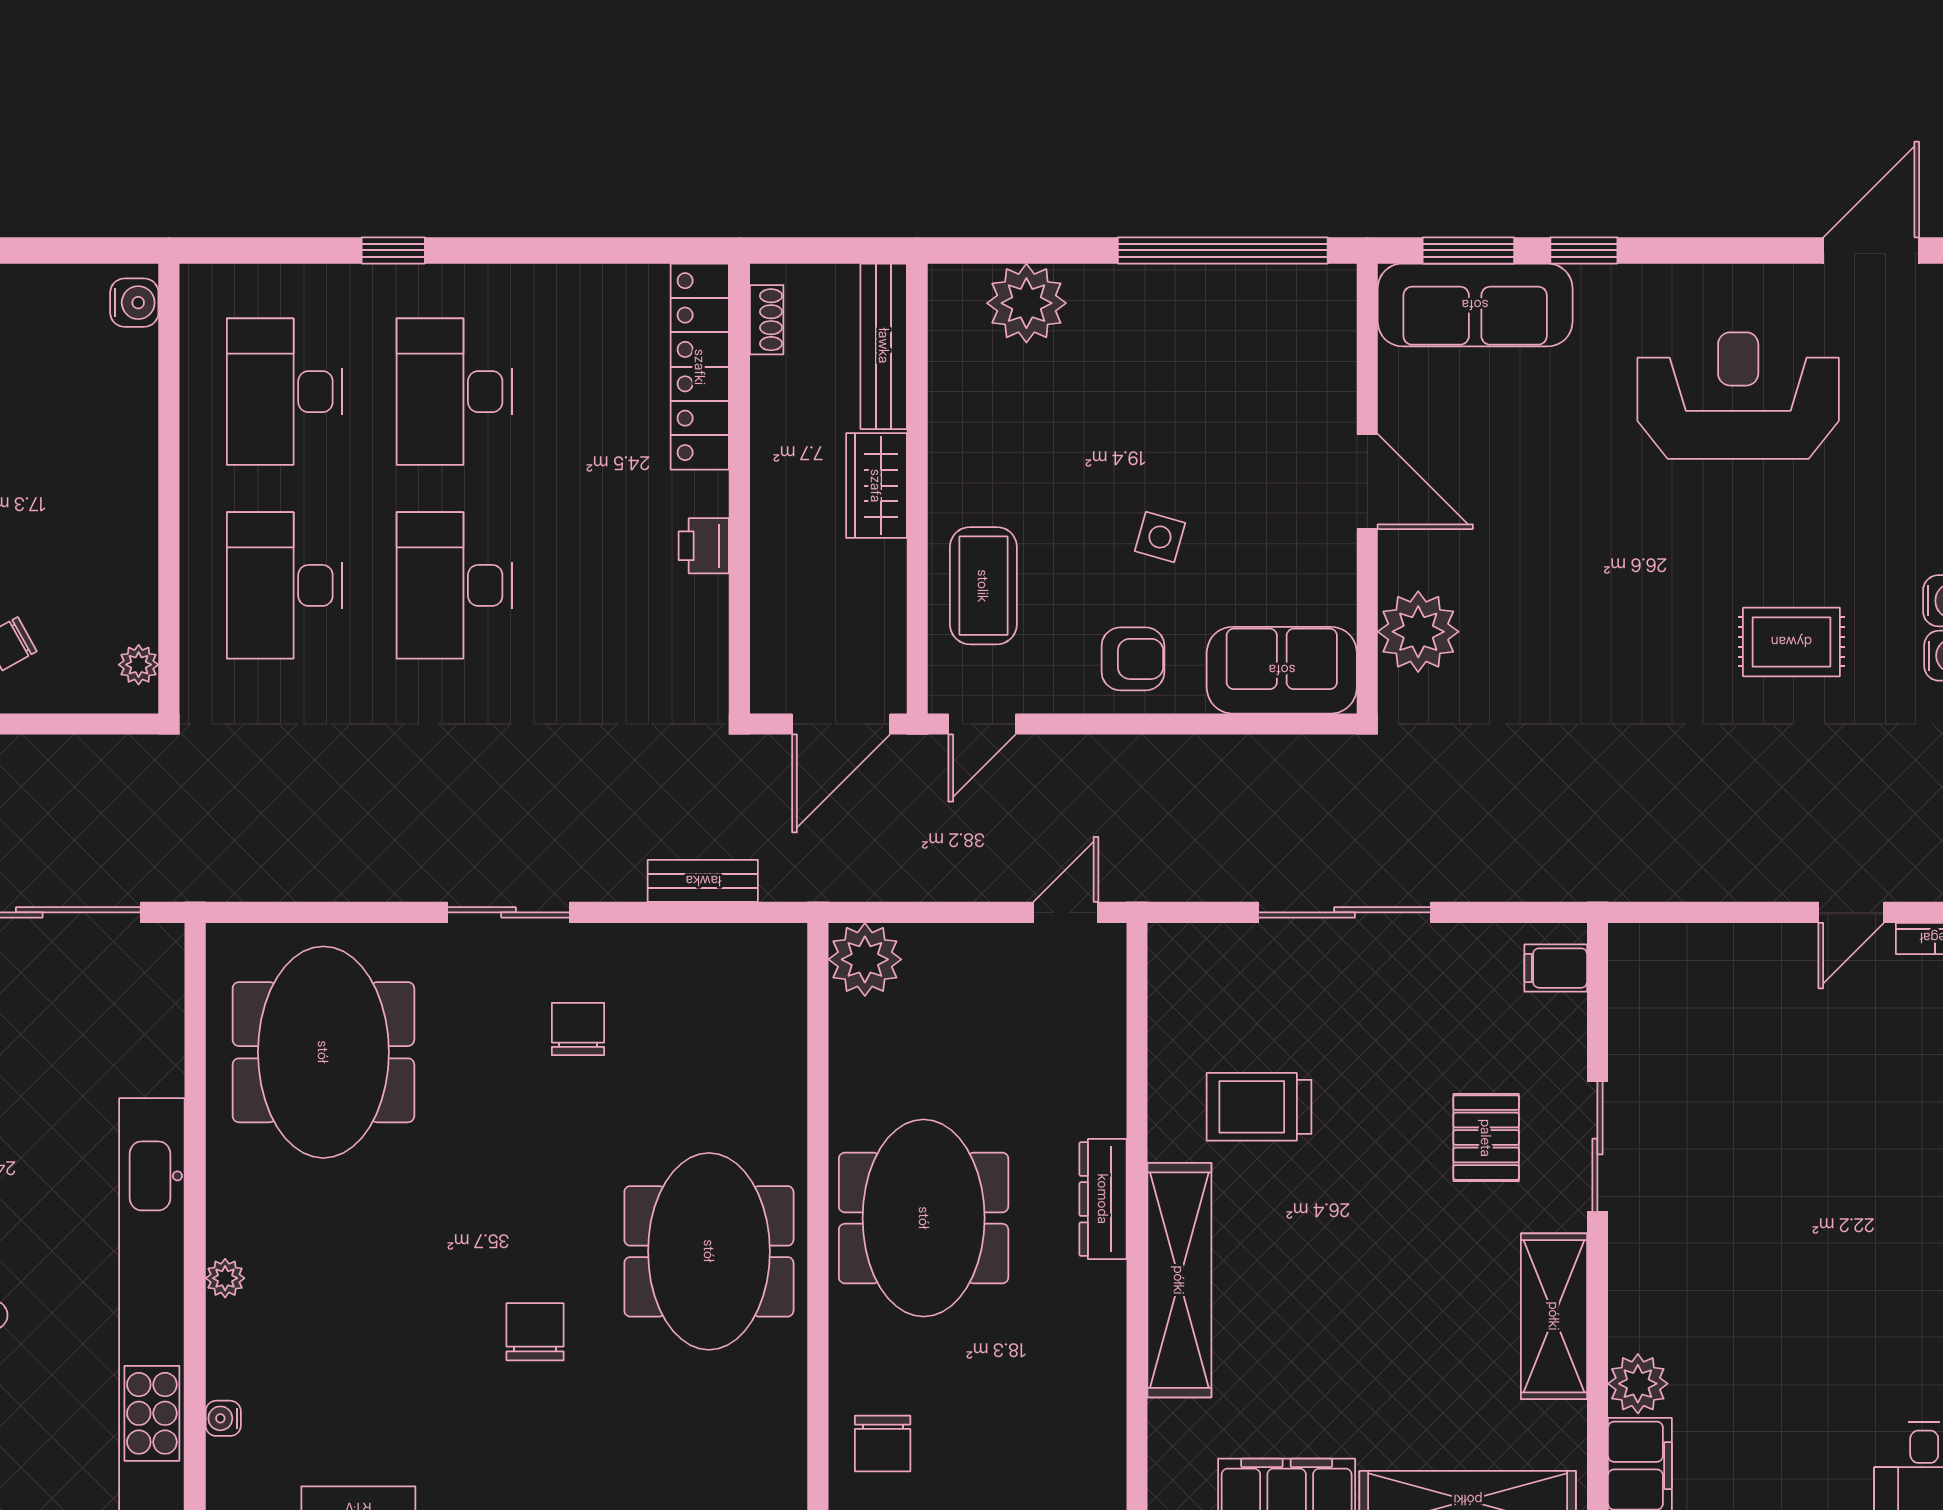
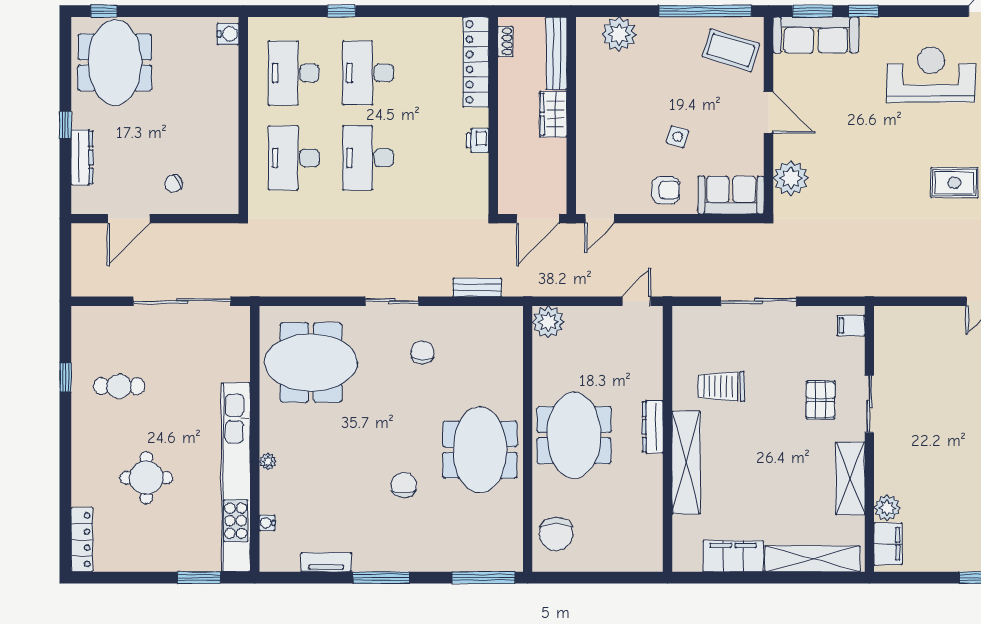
coffee table: (983, 586) -> (731, 50), moved, turned -73
plant: (139, 665) -> (230, 193), removed
meeting table: (323, 1052) -> (311, 362), turned 90
chair: (883, 1443) -> (556, 534), width x1.37, depth x1.37

